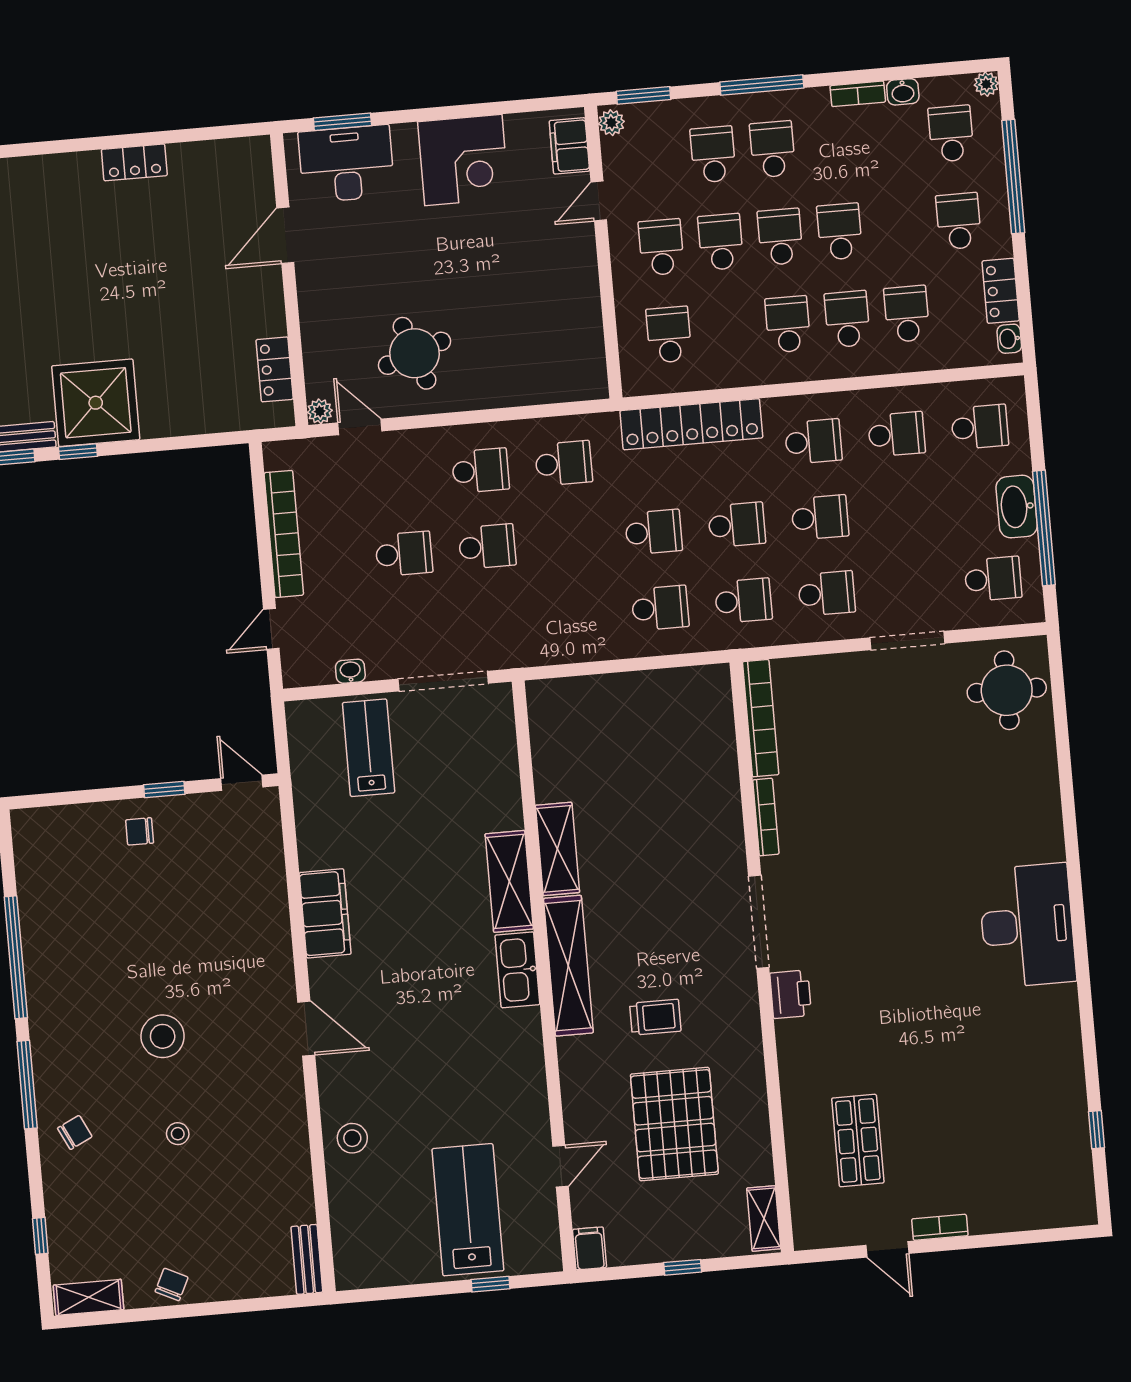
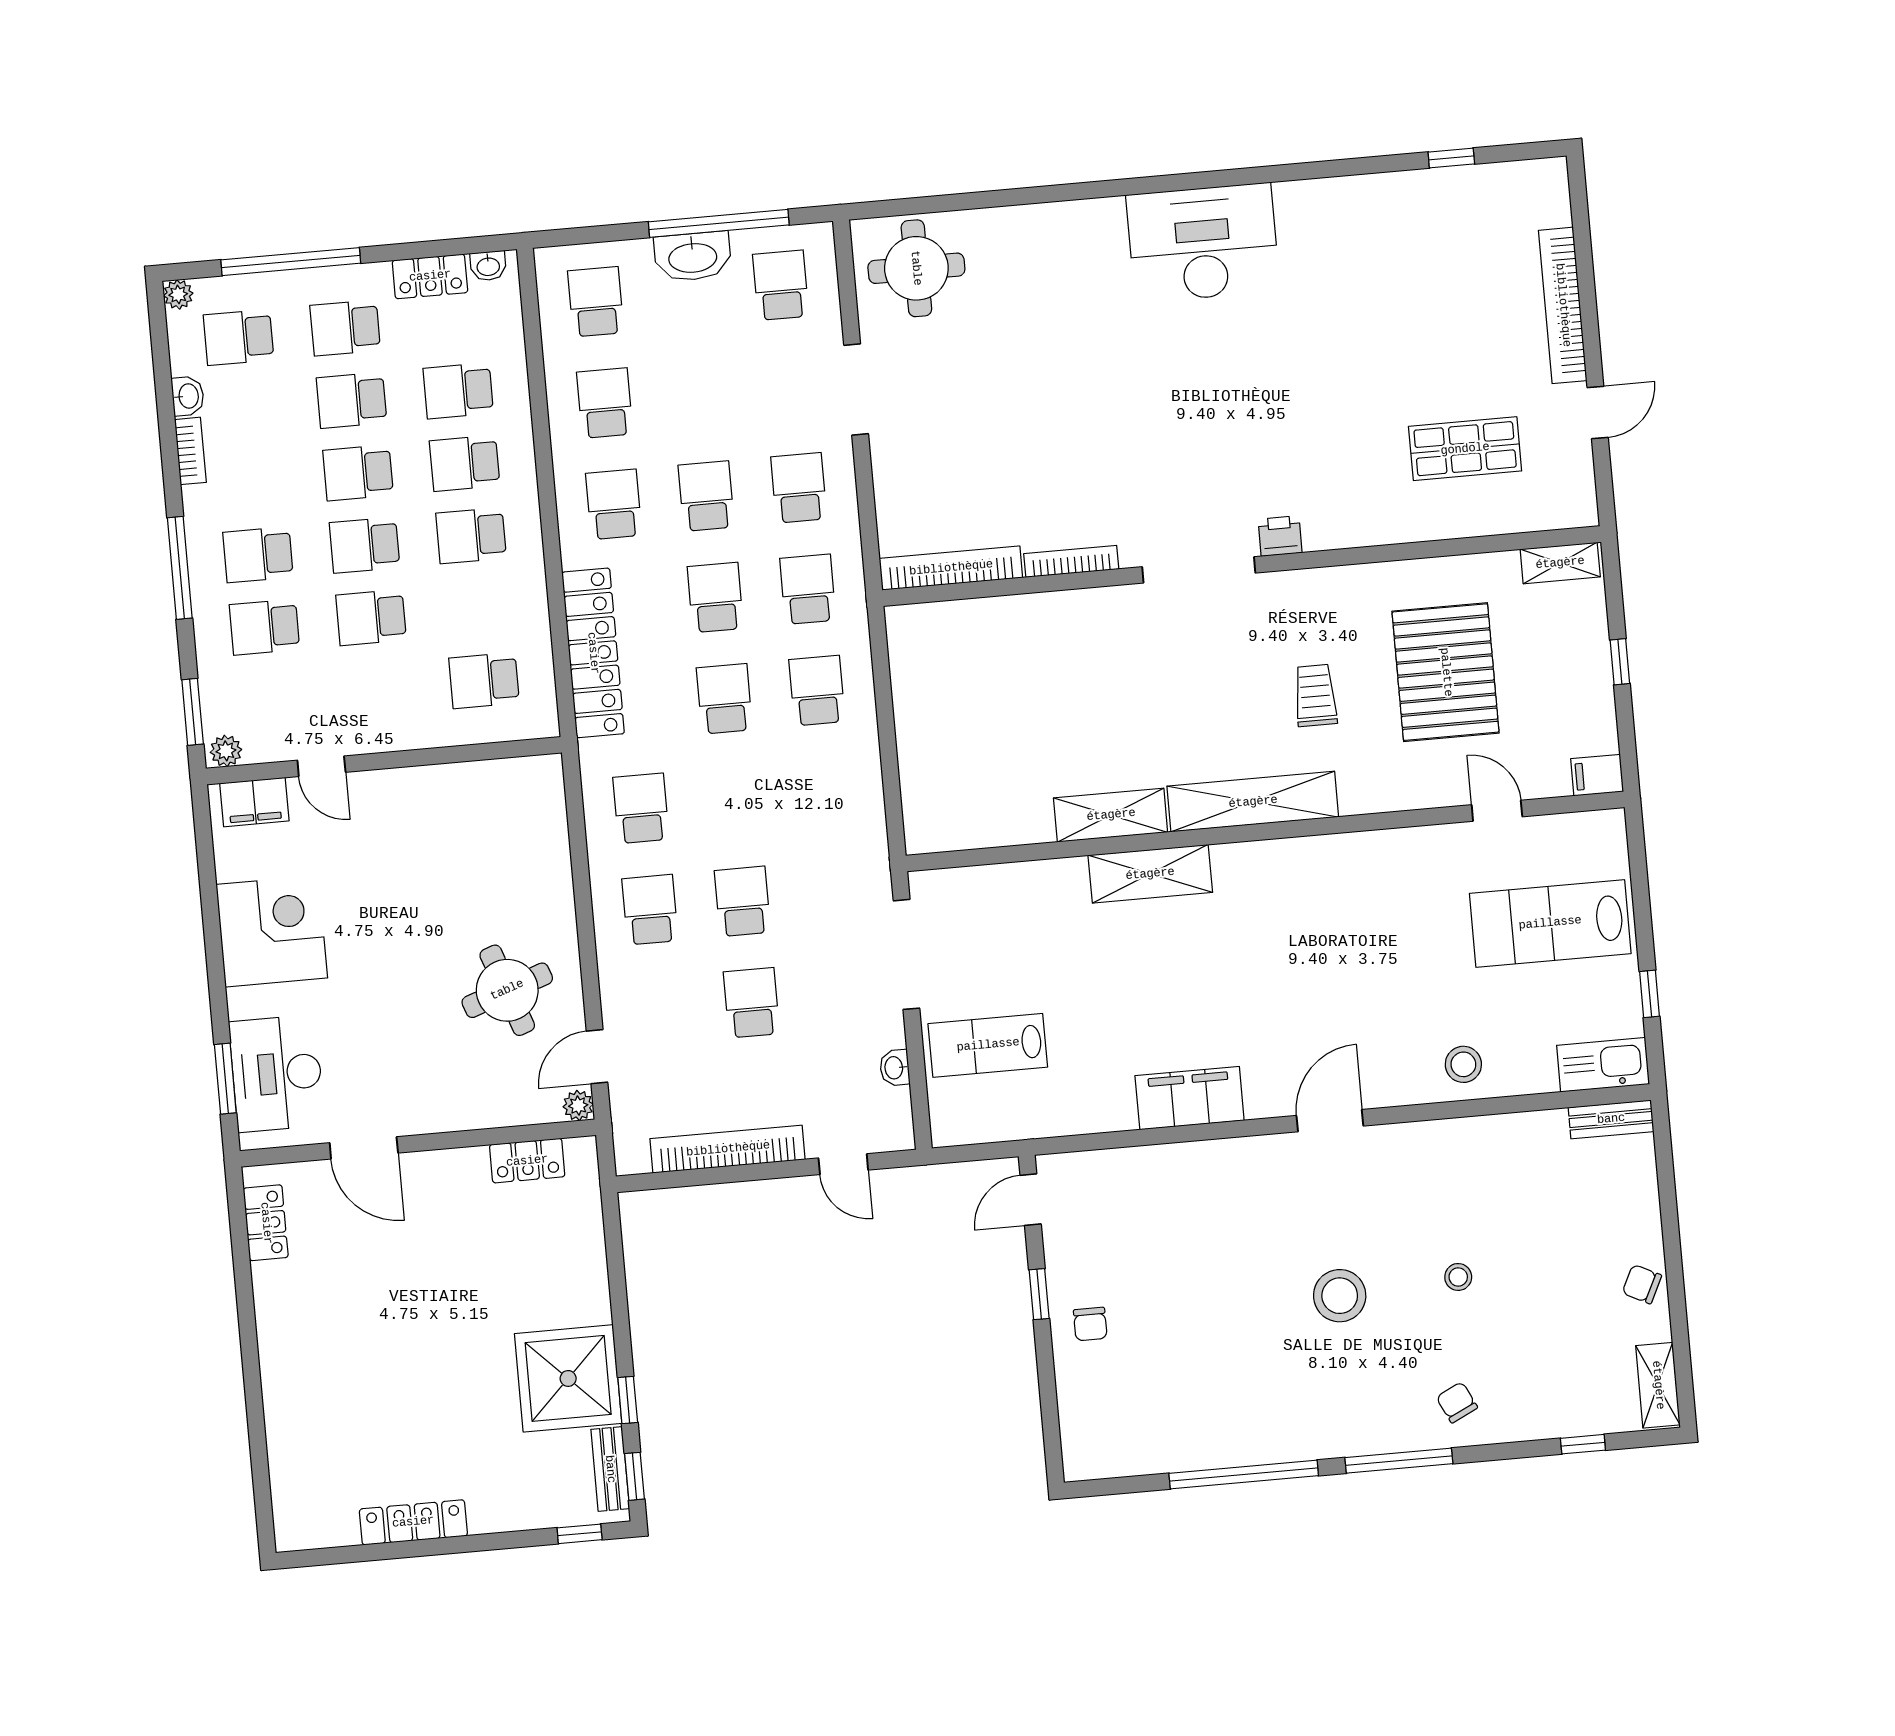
locker: (134, 162) -> (266, 1223), moved
school desk: (661, 247) -> (352, 400), moved
kitchen sink: (517, 970) -> (1603, 1065), moved, turned 180
printer: (791, 994) -> (1280, 536), width x0.73, depth x0.81
pallet: (674, 1124) -> (1446, 672), turned 90
bookcase: (940, 1227) -> (1563, 305), width x2.31, depth x1.31
window: (491, 1284) -> (1650, 994), moved

